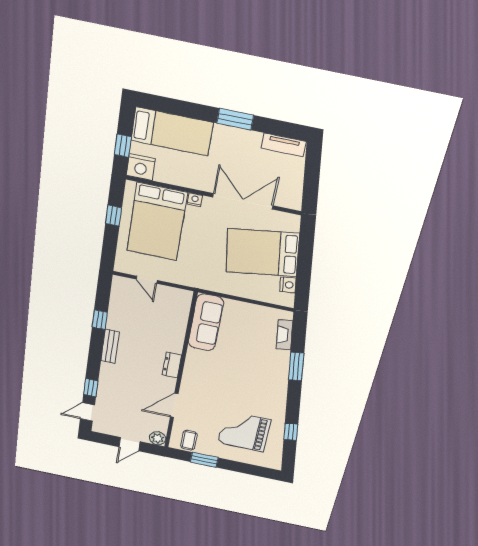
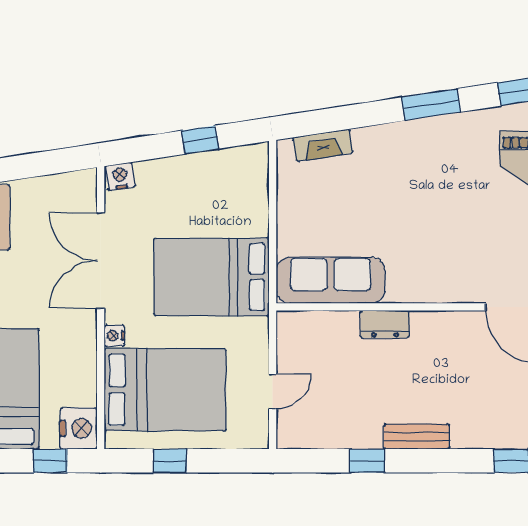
bed: (262, 253) -> (212, 277), moved, turned 99
window: (304, 272) -> (200, 140), added
nightstand: (288, 285) -> (120, 176), moved
dresser: (172, 365) -> (385, 324), moved
window: (296, 367) -> (431, 105), moved

